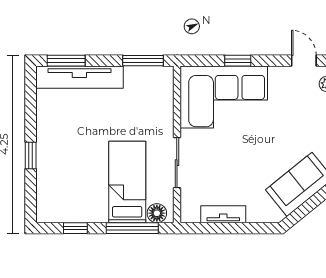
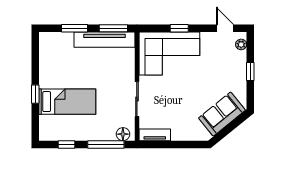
window: (66, 61) -> (74, 28), moved
tv unit: (79, 77) -> (104, 40), moved
bed: (127, 182) -> (67, 102), moved, turned 90
tv unit: (223, 214) -> (155, 135), moved

